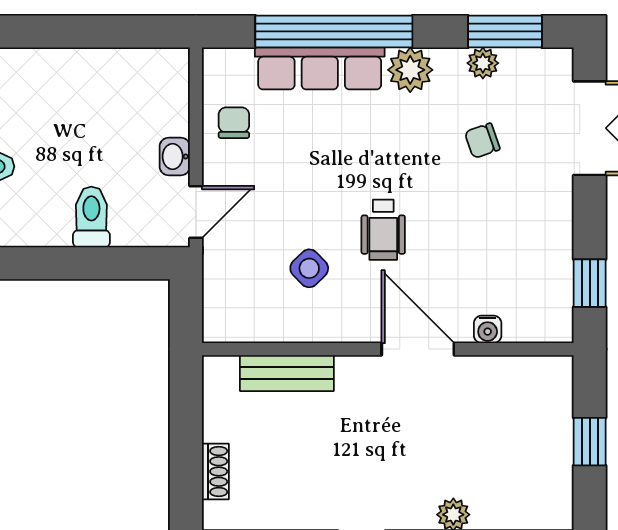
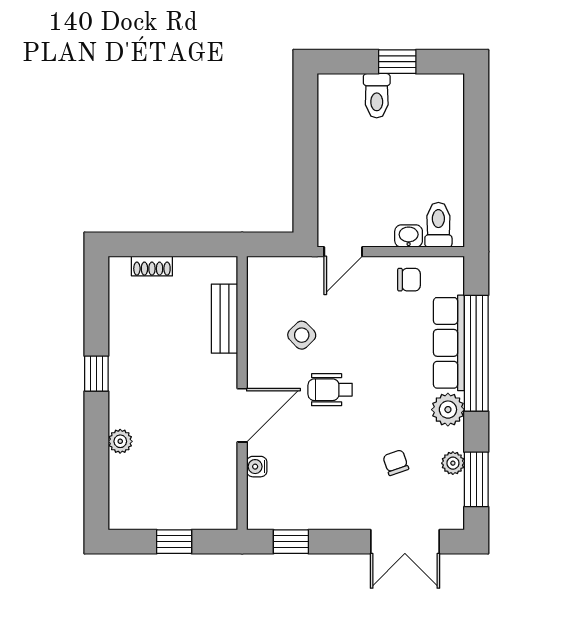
washbasin: (175, 156) -> (409, 236), moved
door: (196, 212) -> (343, 252), hinge flipped
toilet: (91, 217) -> (438, 225), moved, turned -90

